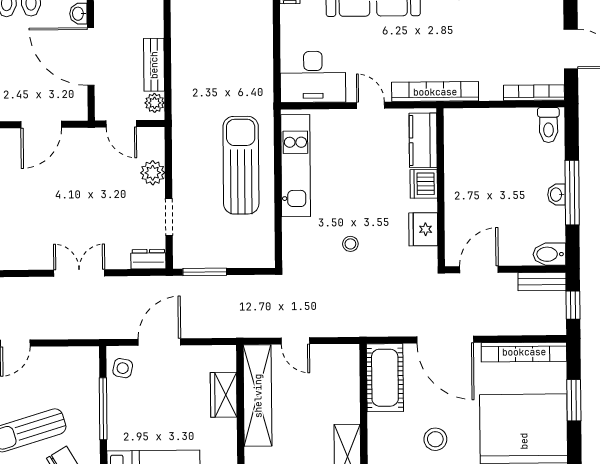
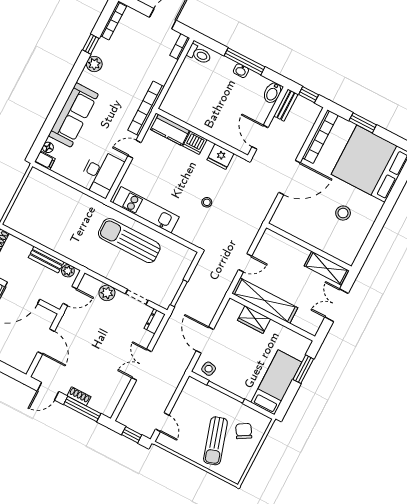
bookcase: (534, 93) -> (180, 47), width x0.64
cot: (385, 378) -> (293, 223), removed

